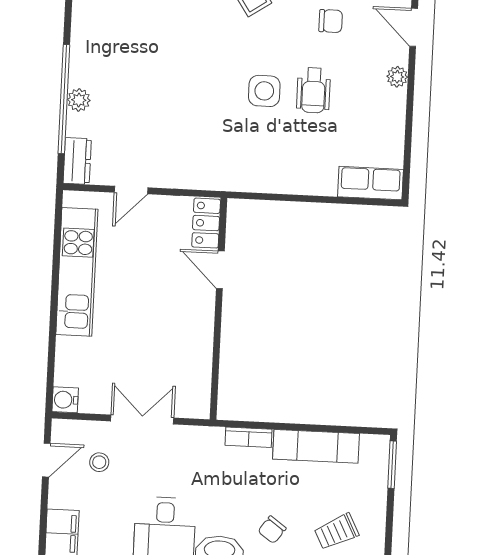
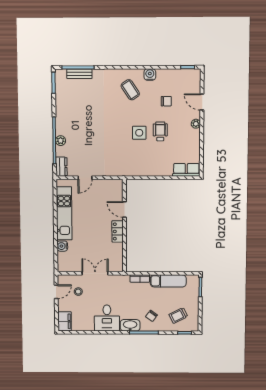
wheelchair: (314, 90) -> (160, 131), turned 180
locker: (206, 223) -> (118, 231), moved
water cooler: (65, 400) -> (62, 246), moved

